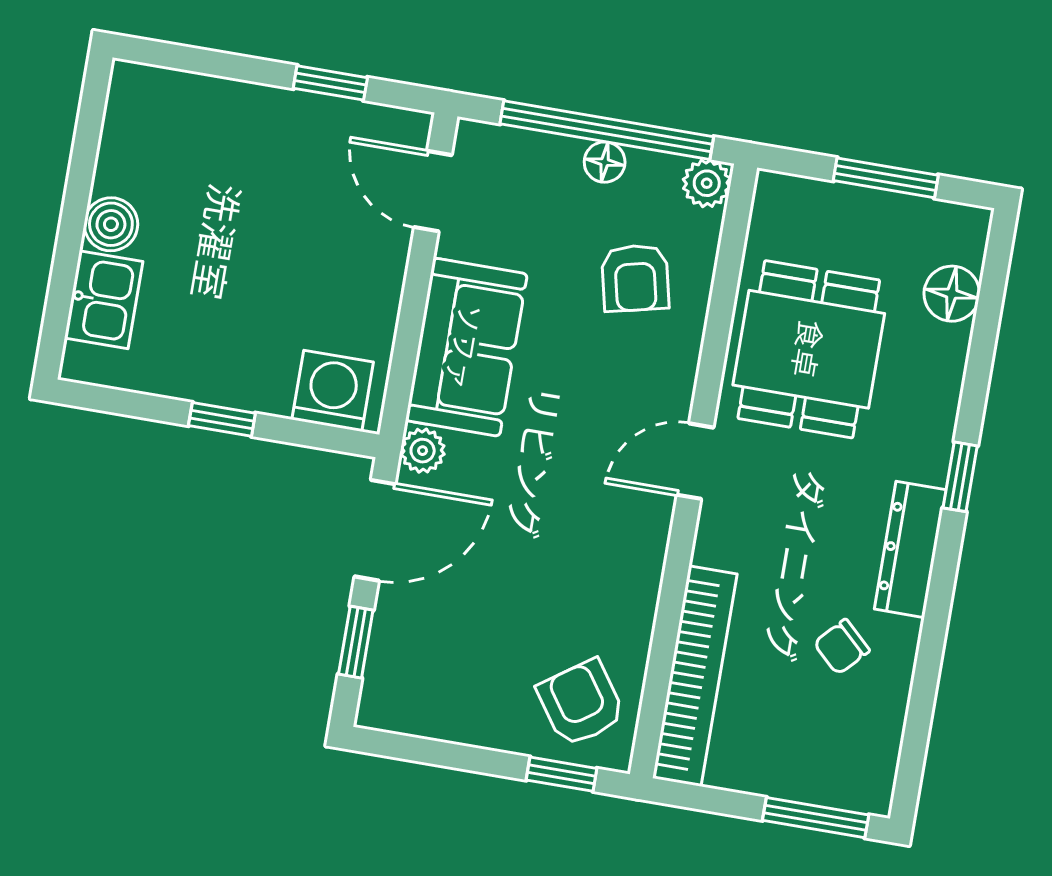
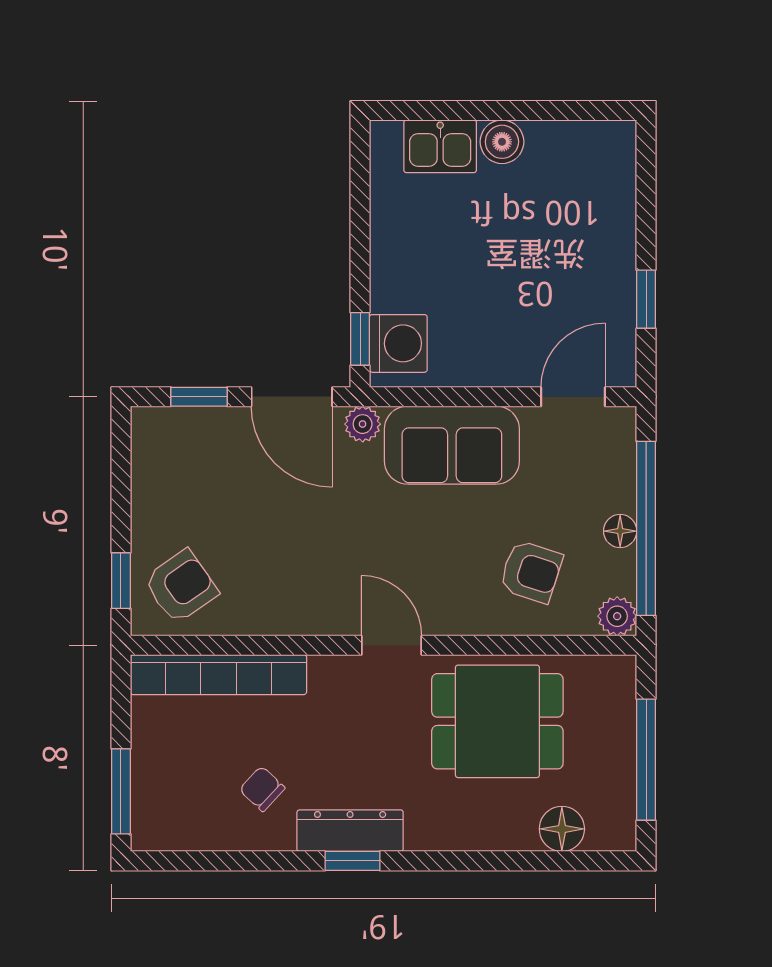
window: (886, 178) -> (646, 760), width x1.44
armchair: (635, 278) -> (531, 572), turned -149
window: (222, 419) -> (360, 339), moved
window: (960, 477) -> (353, 861), moved

